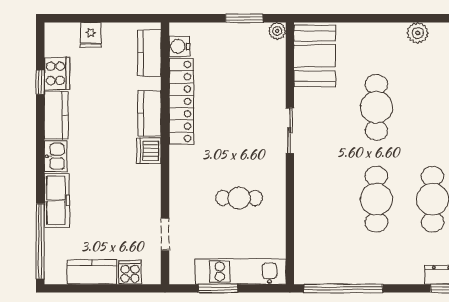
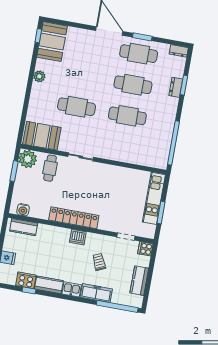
plant: (277, 31) -> (28, 159), width x1.87, depth x1.87
locker: (181, 101) -> (74, 218), moved
kitchen counter: (149, 113) -> (57, 233), removed
trolley: (112, 196) -> (99, 262), added
cafe table: (239, 198) -> (50, 168), moved
cooker: (130, 272) -> (145, 249), moved

